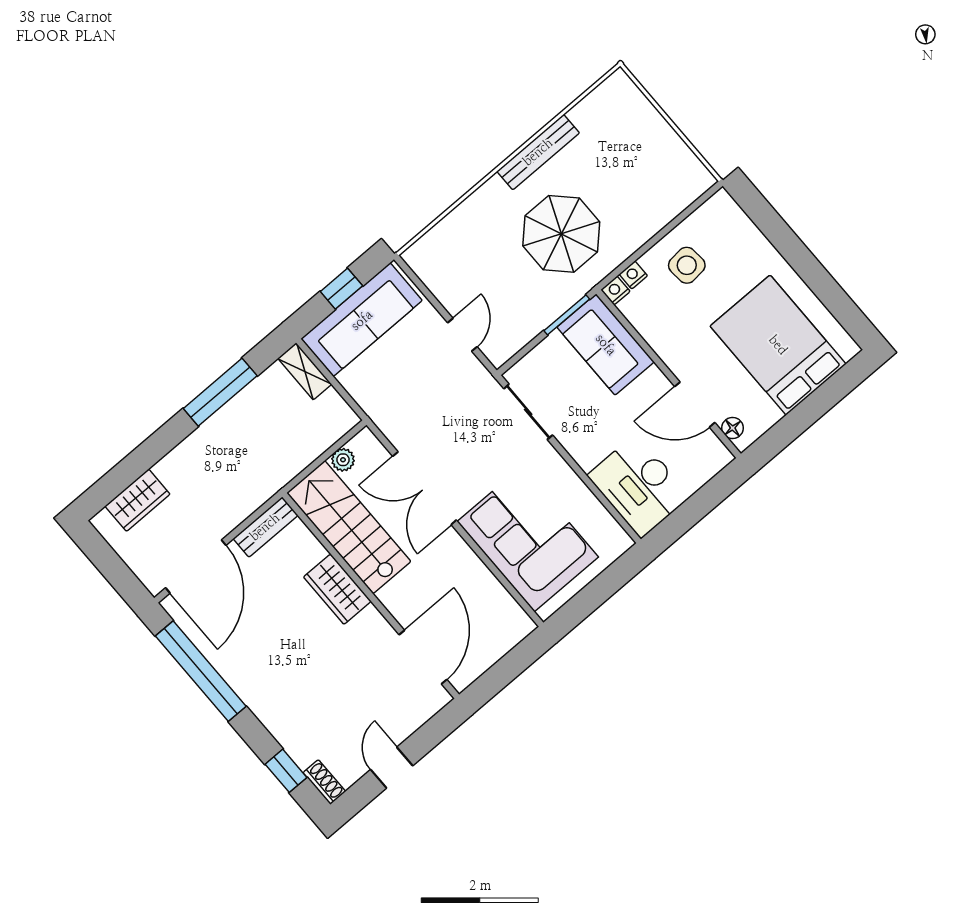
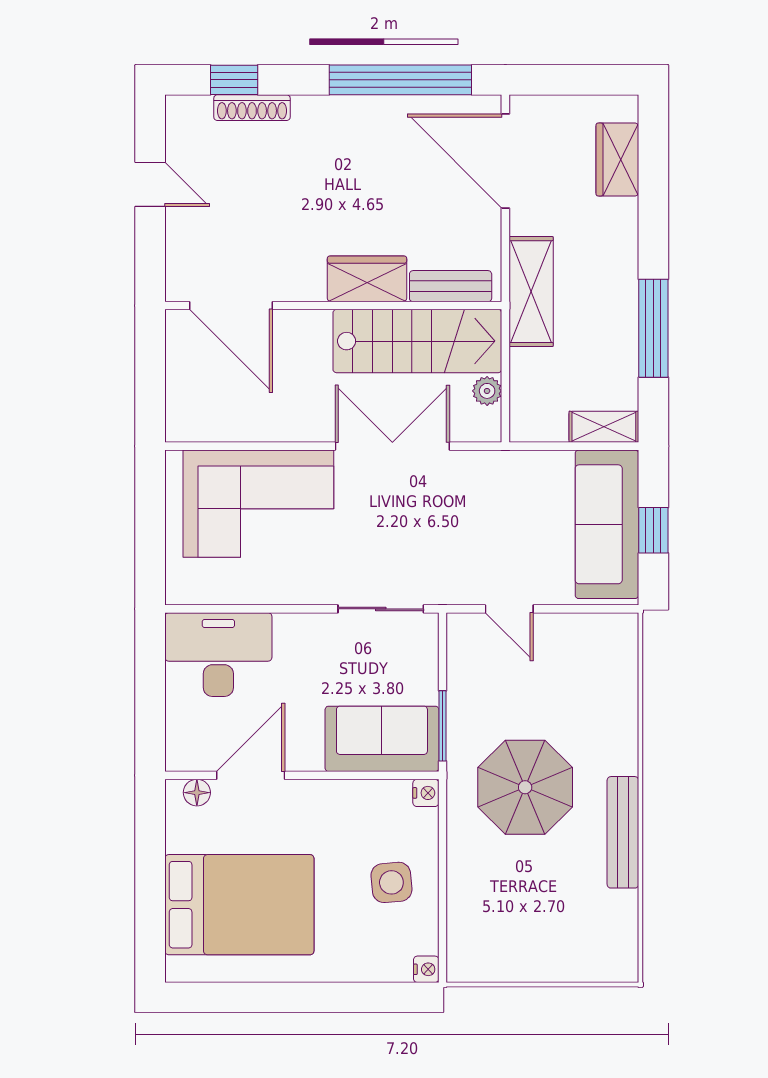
nightstand: (633, 275) -> (426, 969), moved
shelving: (261, 484) -> (531, 292), added
bench: (265, 527) -> (451, 286), moved, turned 90
shoe rack: (324, 782) -> (252, 108), moved, width x1.43

